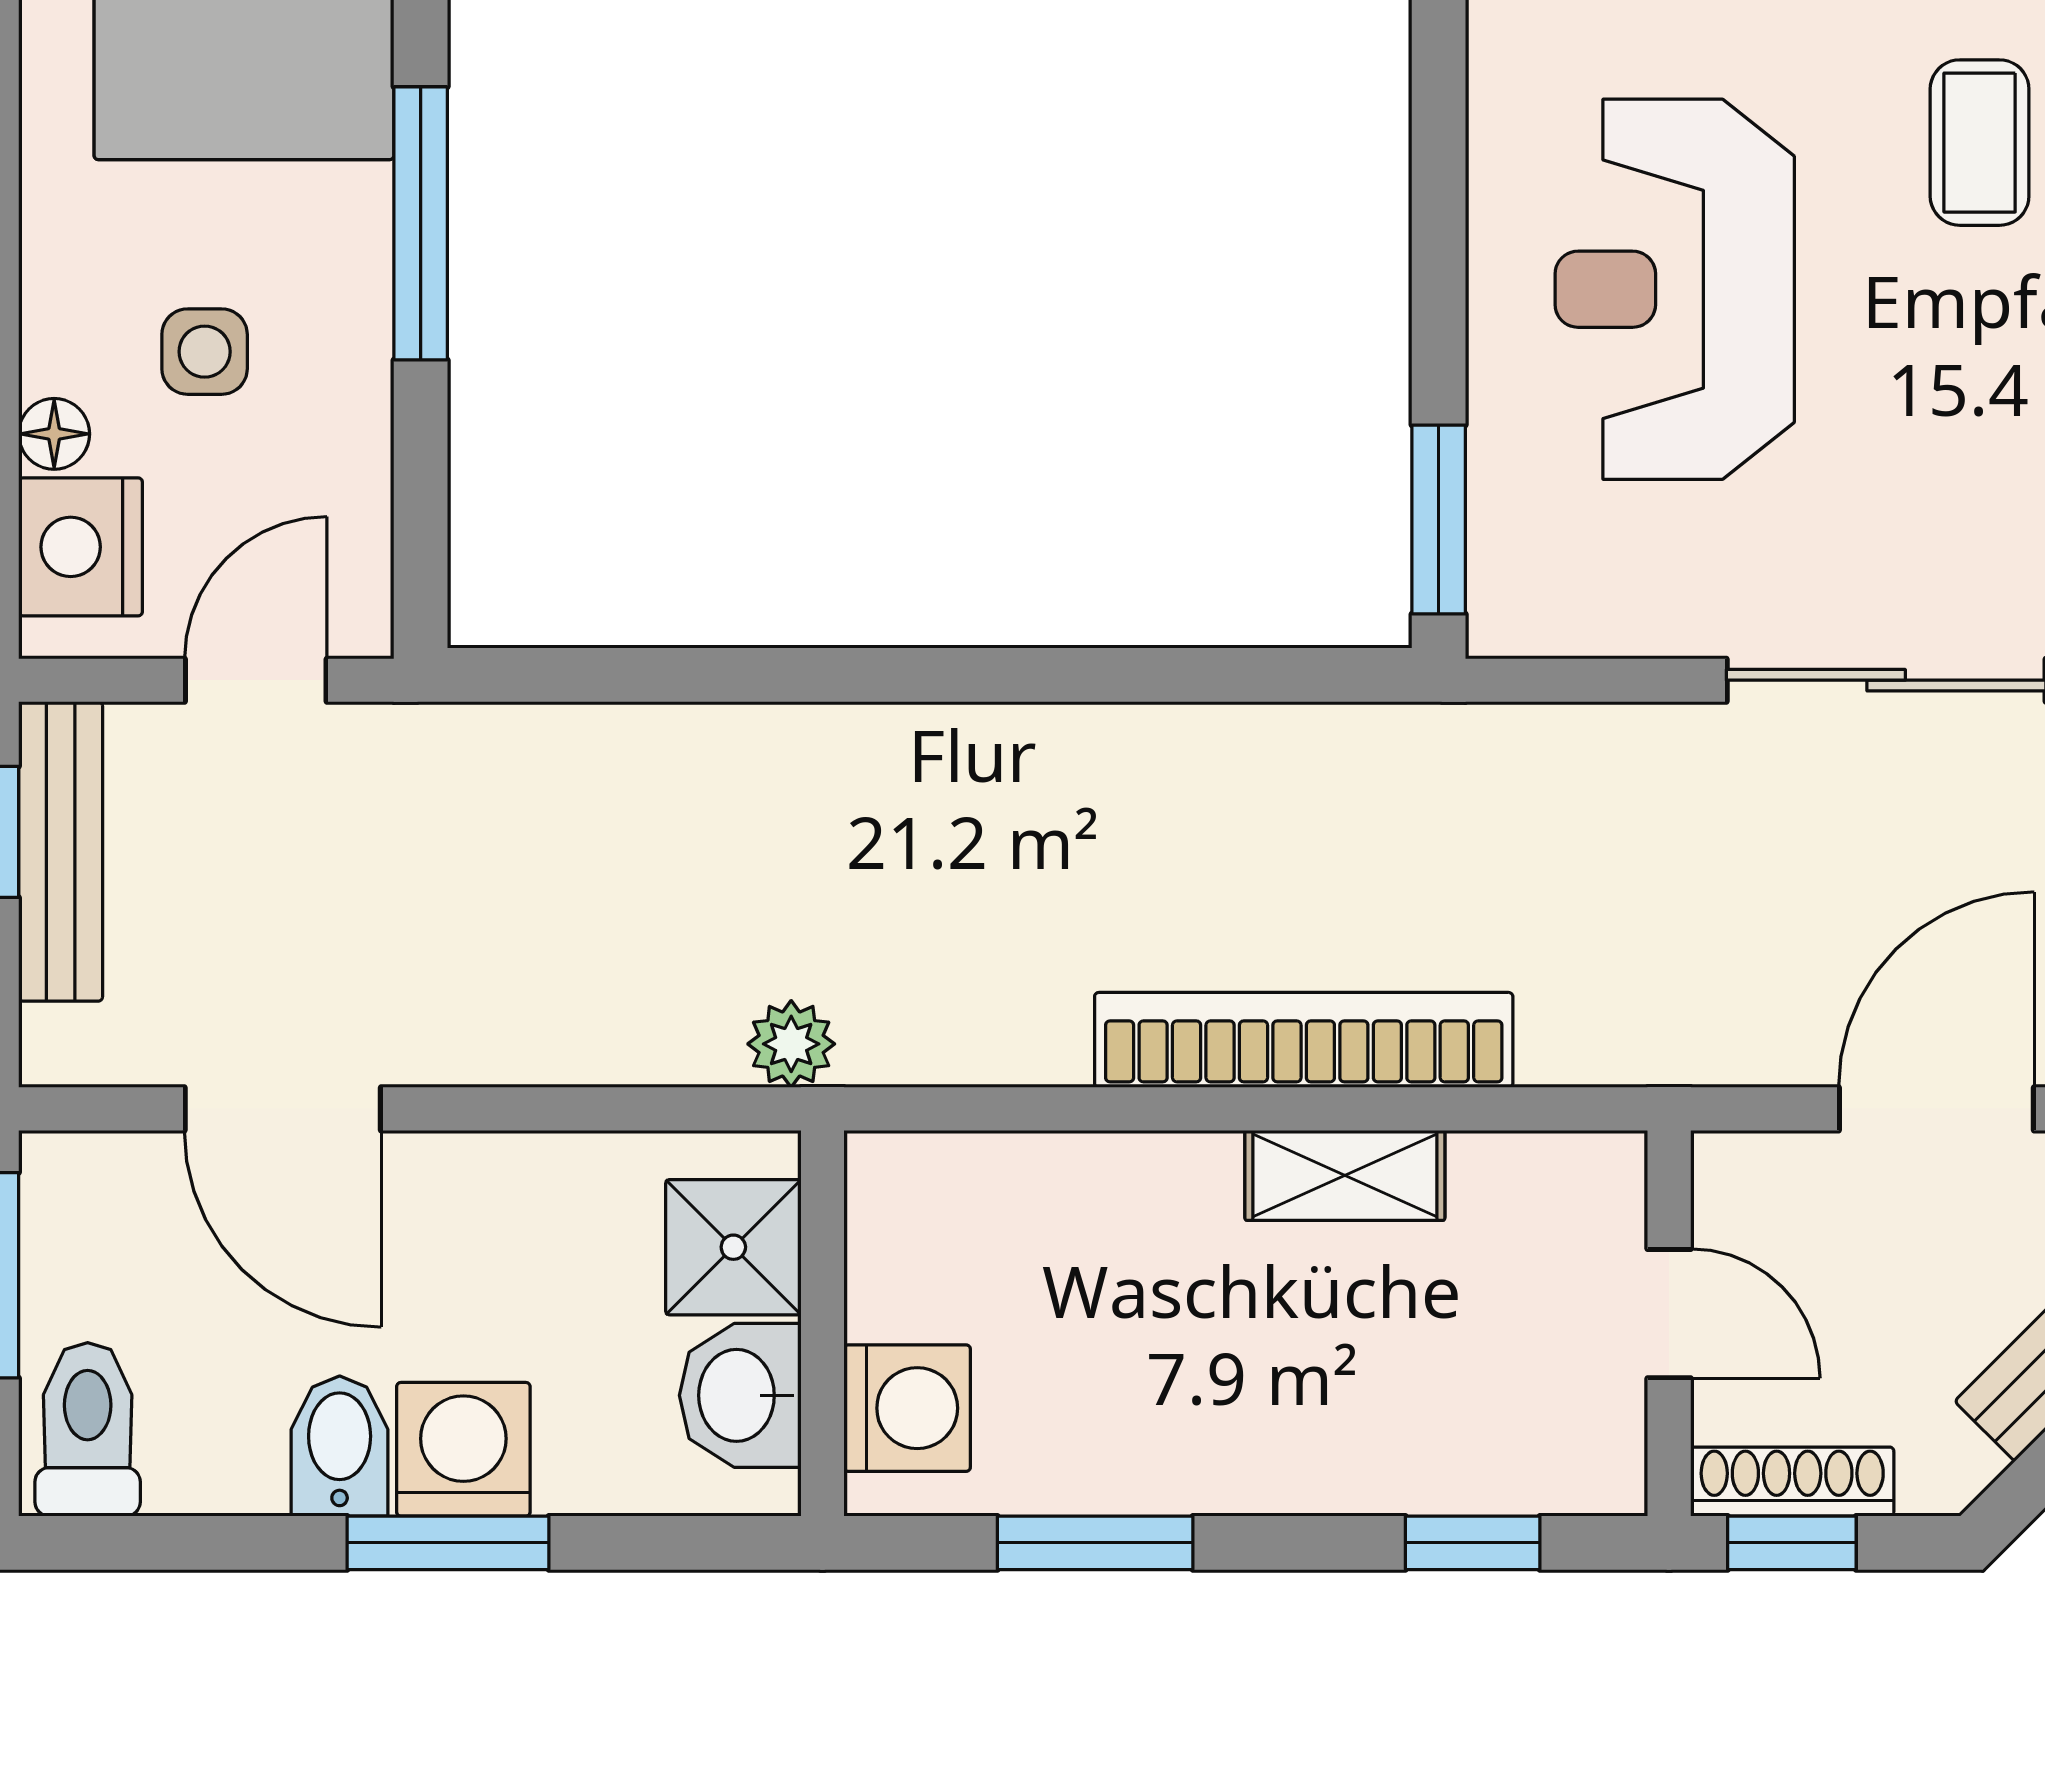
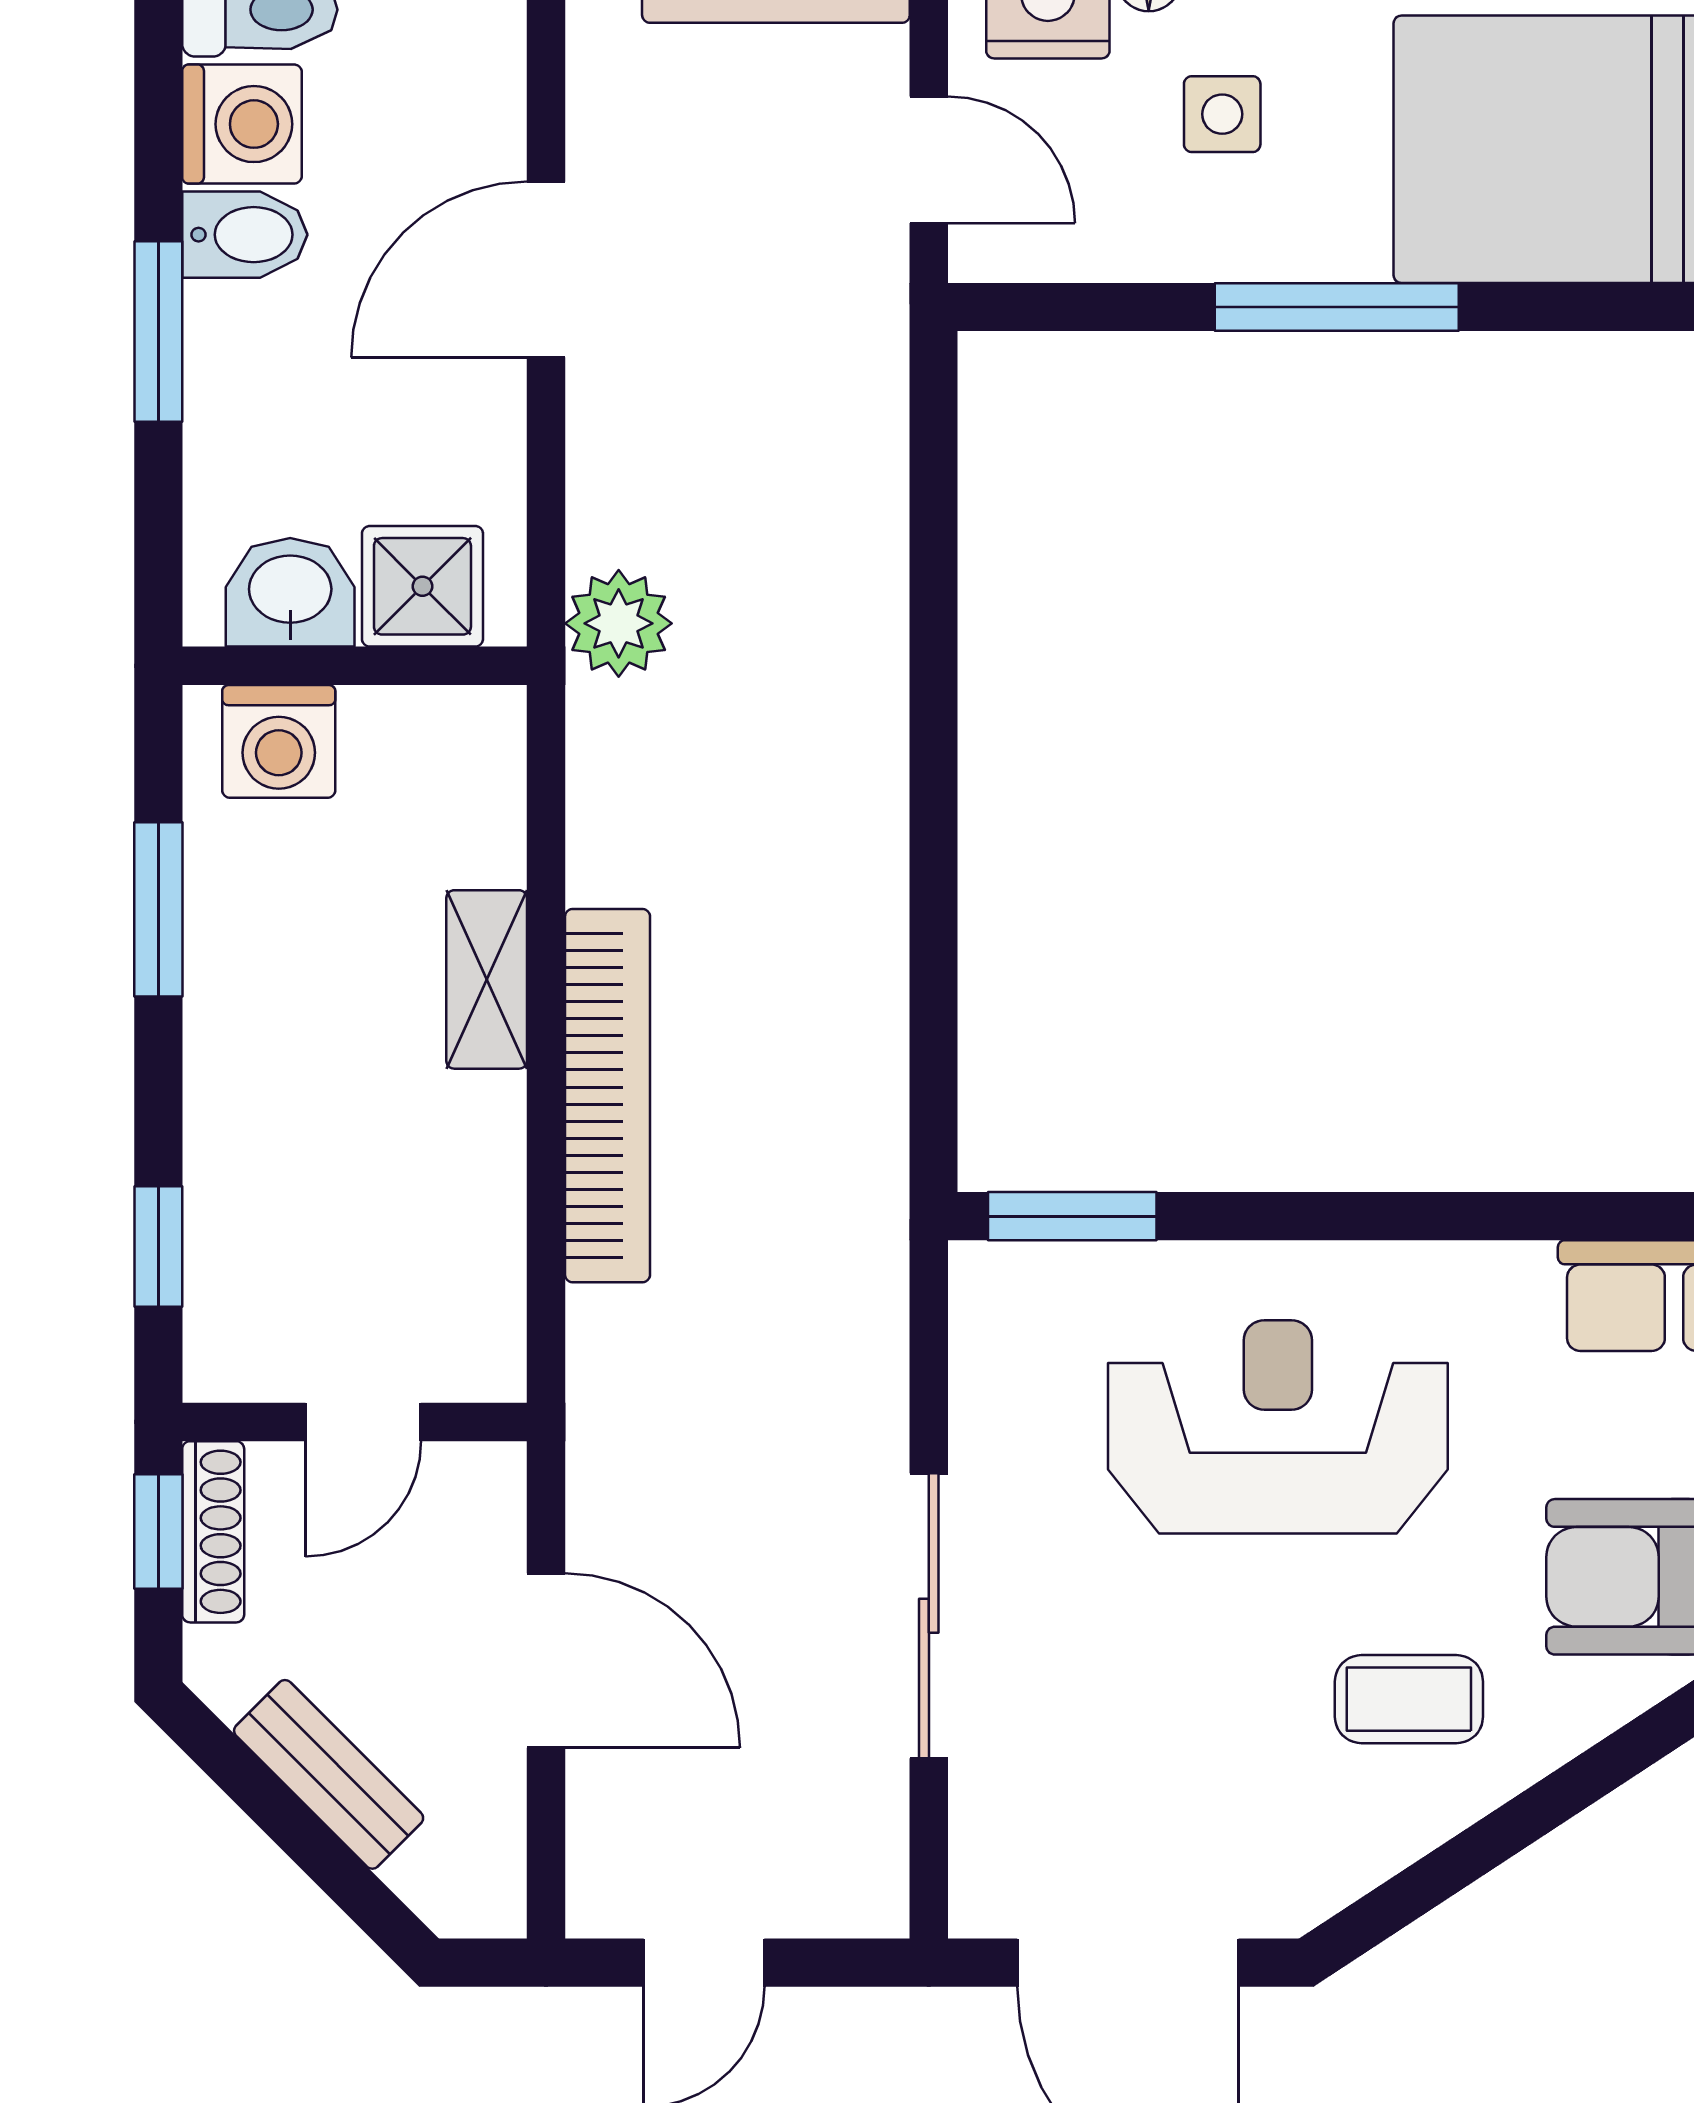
plant: (791, 1044) -> (619, 623), width x1.38, depth x1.38
door: (283, 1109) -> (546, 270), moved
shelving: (1345, 1175) -> (487, 979), moved
washing machine: (463, 1449) -> (242, 124), moved

